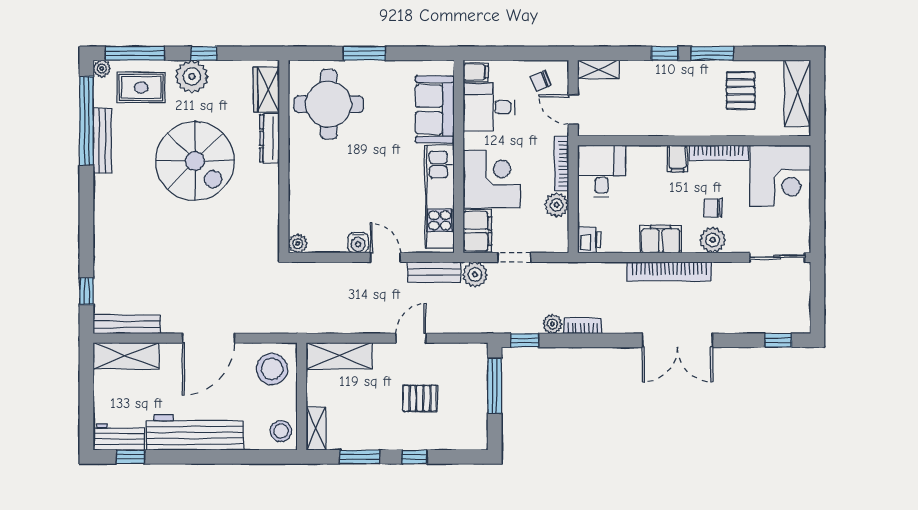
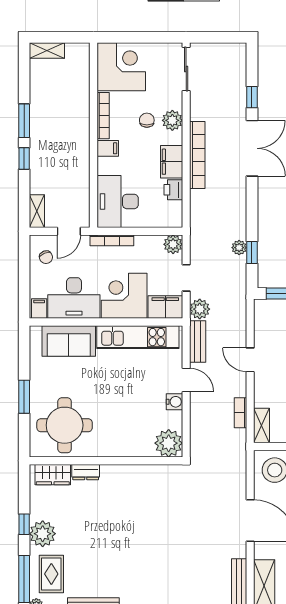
pallet: (741, 91) -> (54, 98), removed
shelving: (797, 93) -> (47, 50), width x0.67, depth x0.75
desk: (489, 107) -> (74, 298), width x1.37
dresser: (270, 138) -> (86, 472), width x0.70
spiral stairs: (195, 161) -> (110, 531), removed
desk: (602, 171) -> (118, 201), width x1.37
plant: (557, 205) -> (173, 244), moved
chair: (713, 208) -> (147, 120), turned 180
printer: (589, 240) -> (173, 190), moved, turned -90
plant: (298, 243) -> (169, 443), width x1.87, depth x1.87
door: (385, 257) -> (186, 380), swing flipped
bookcase: (583, 326) -> (241, 413), moved
window: (525, 340) -> (252, 253), moved
window: (778, 340) -> (252, 97), moved
shelving: (339, 356) -> (262, 425), width x0.67, depth x0.75

